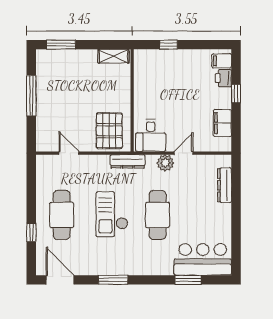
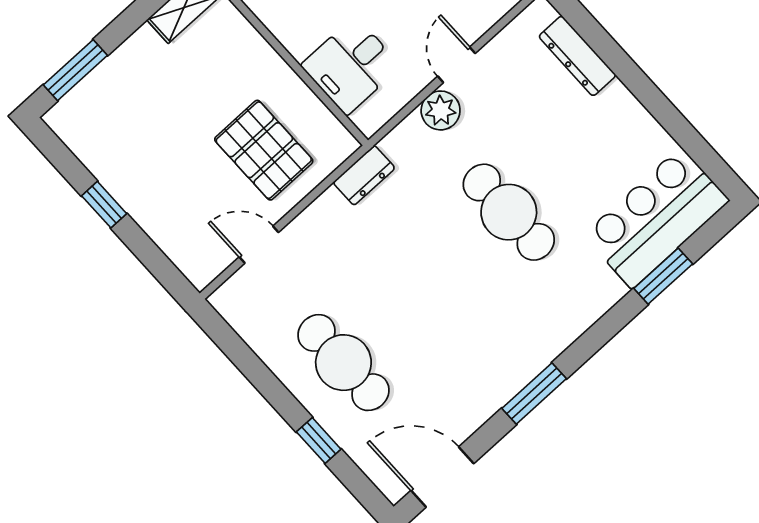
window: (31, 96) -> (104, 205), width x0.46
pallet: (109, 131) -> (264, 150), moved
desk: (151, 135) -> (351, 66), moved, turned 90
dresser: (128, 161) -> (364, 175), width x0.70
checkout: (112, 214) -> (429, 283), removed

